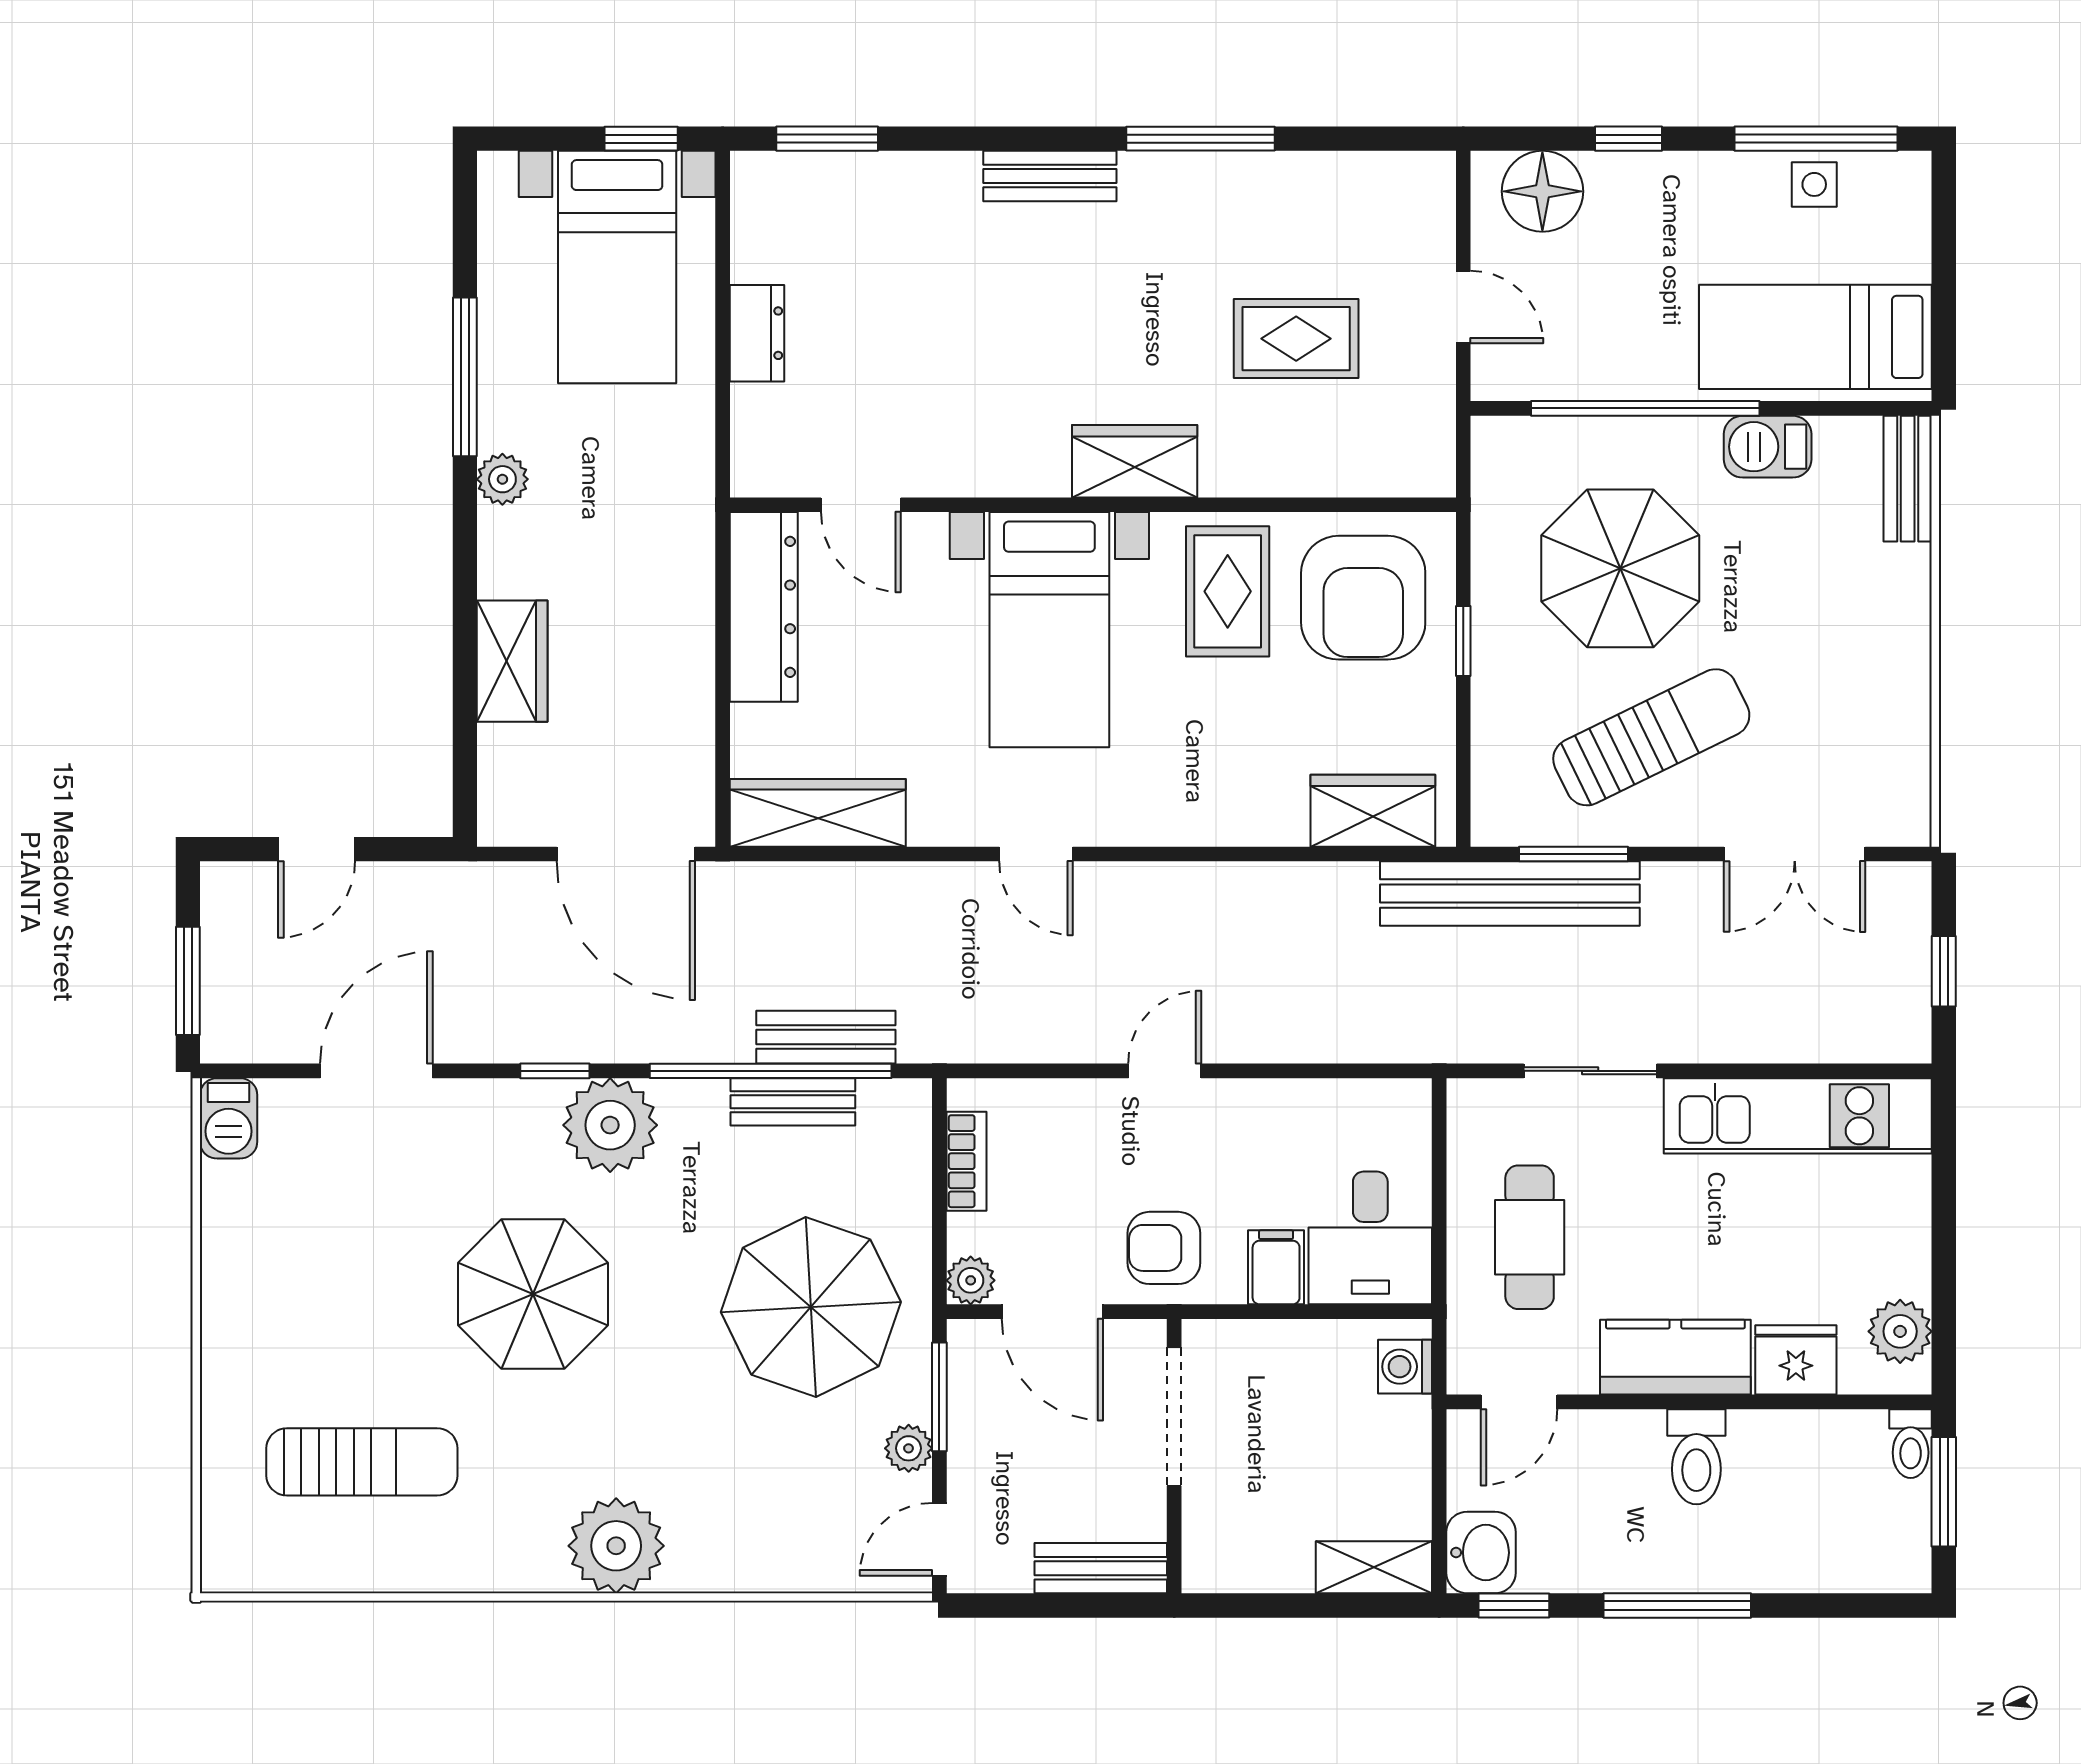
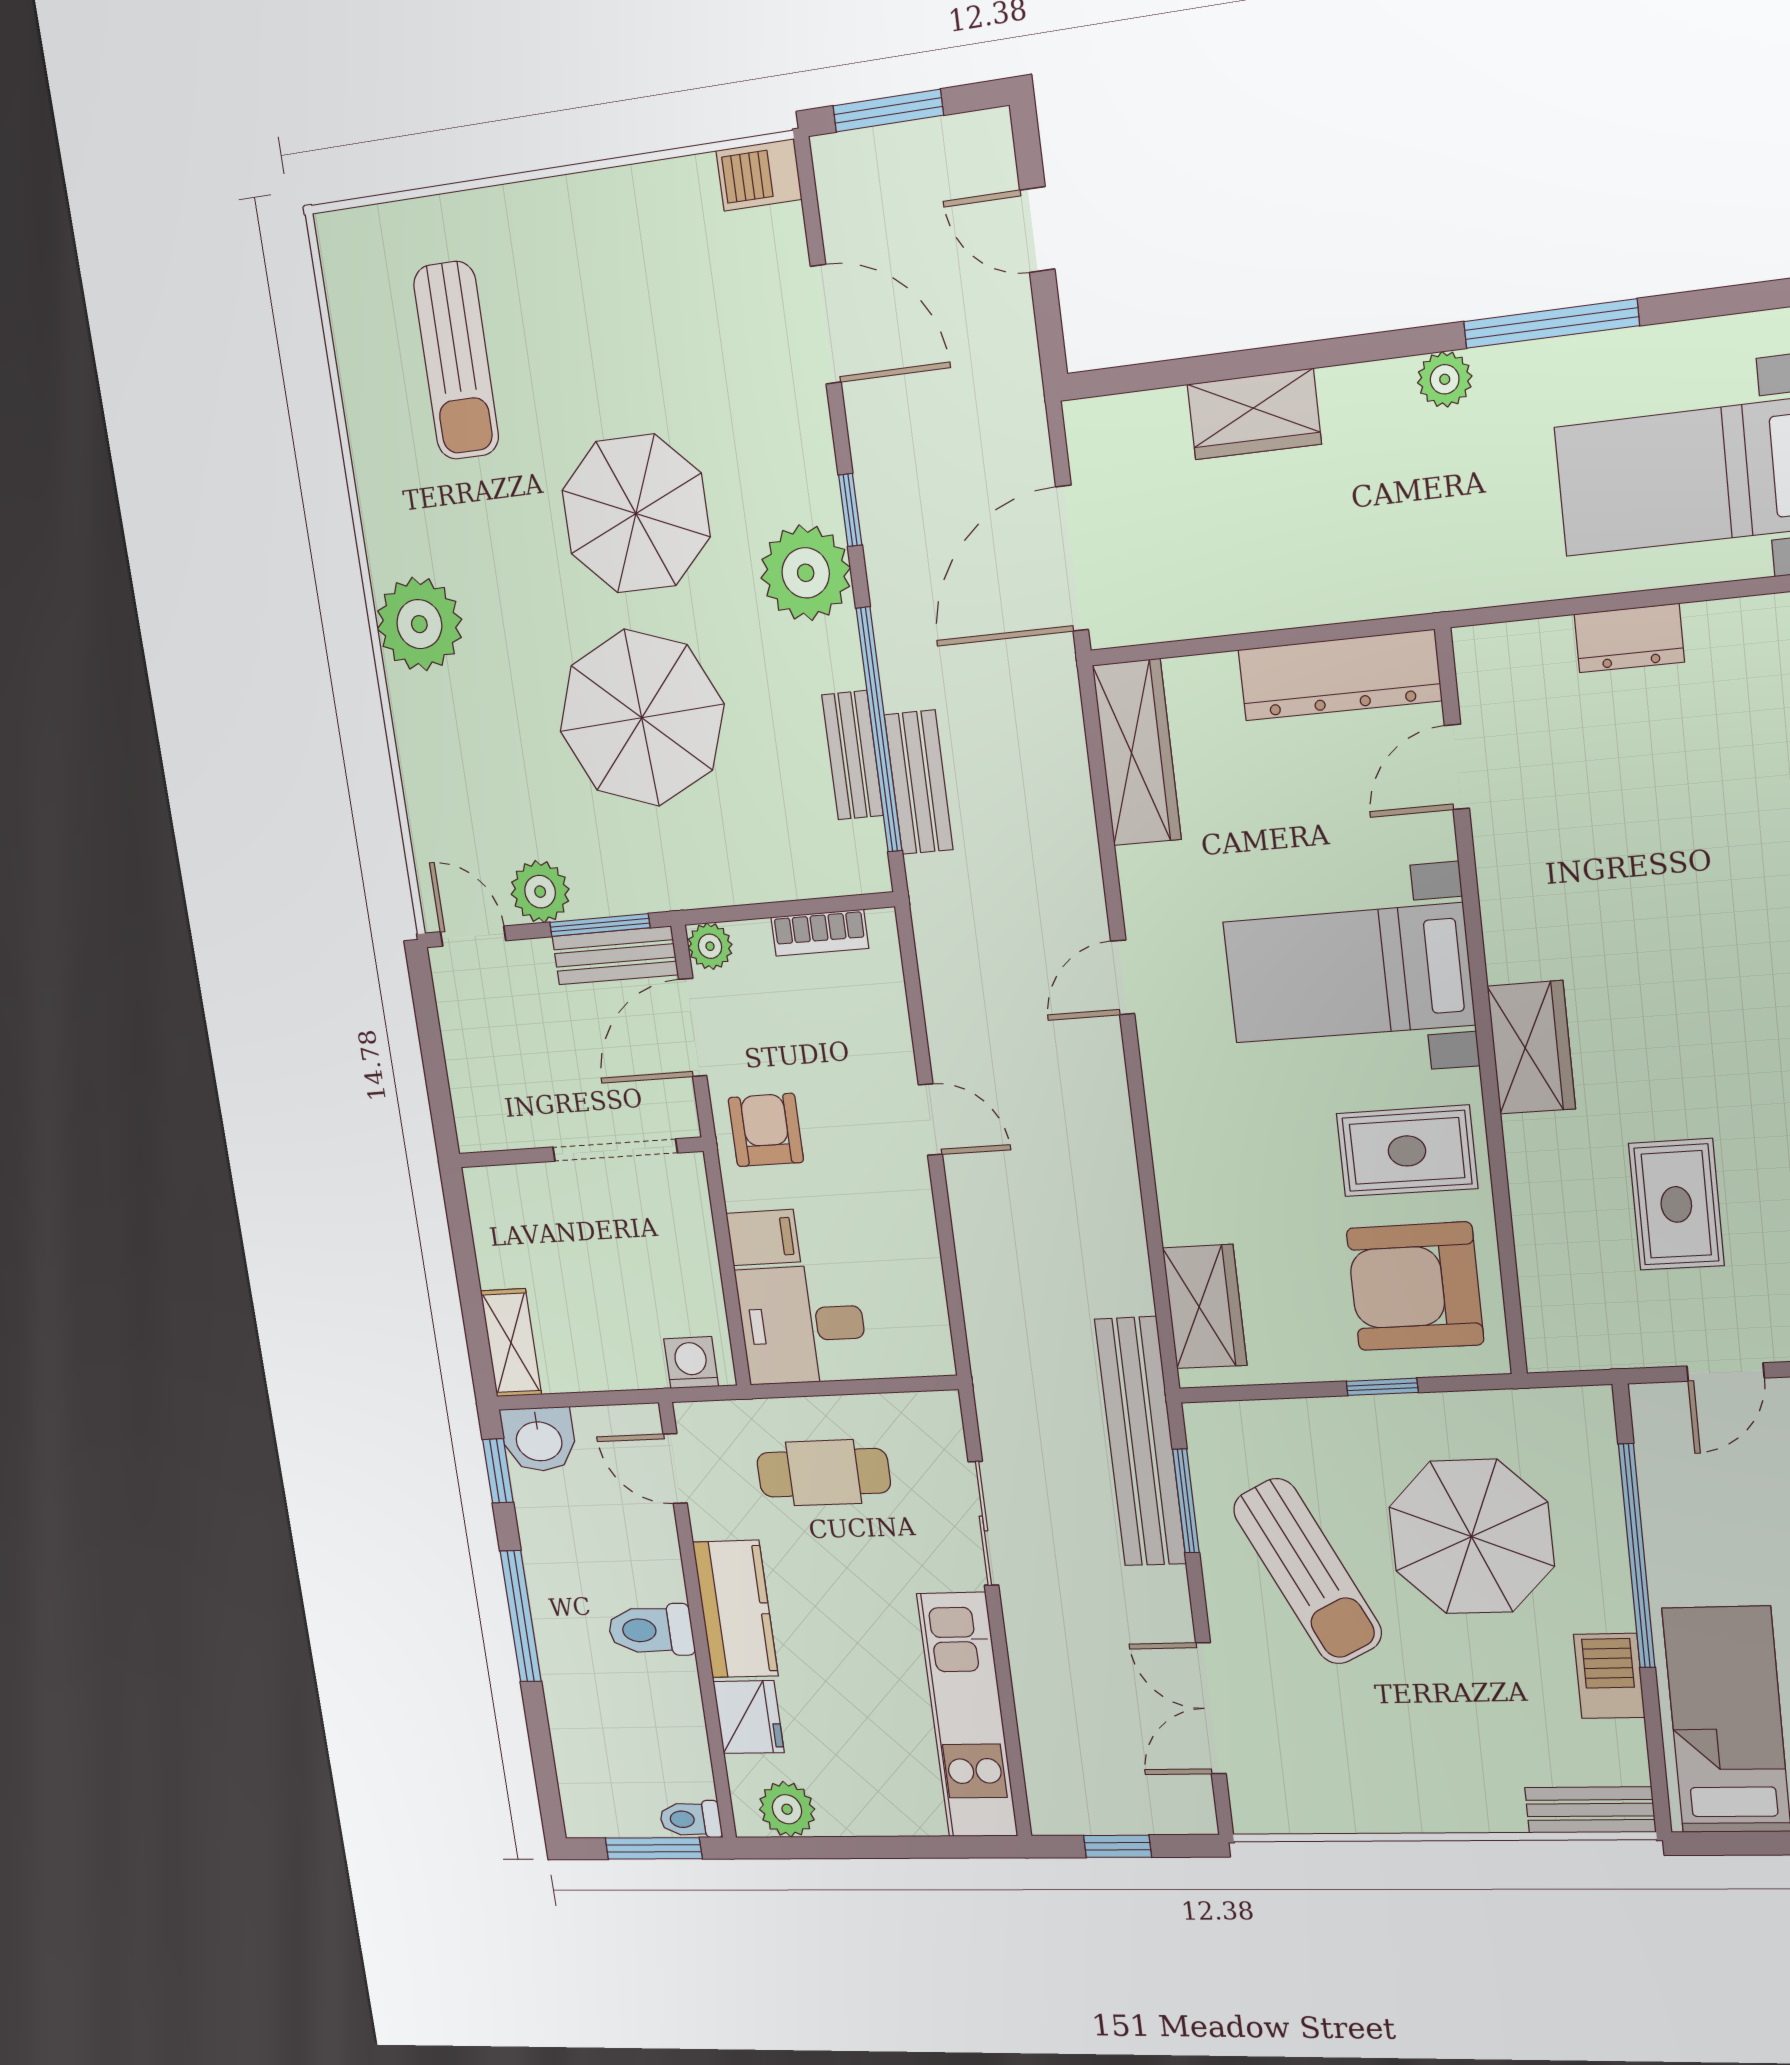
parasol: (811, 1307) -> (642, 718), moved
plant: (909, 1448) -> (540, 892), width x1.38, depth x1.38
bench: (1101, 1568) -> (615, 955), moved, turned 90

